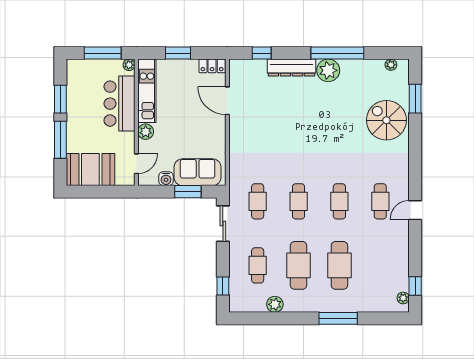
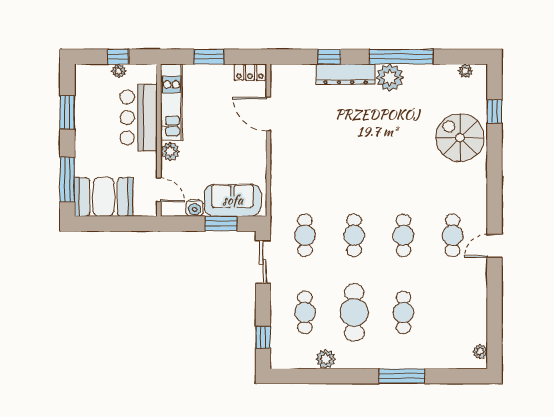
window: (103, 53) -> (118, 57), width x0.46
window: (262, 53) -> (329, 57), moved
plant: (129, 65) -> (119, 71), moved
window: (415, 99) -> (495, 112), width x0.67
window: (60, 140) -> (67, 179), moved
door: (136, 164) -> (159, 190), hinge flipped
cafe table: (339, 265) -> (403, 312), width x0.73, depth x0.74
window: (415, 286) -> (495, 337), removed

